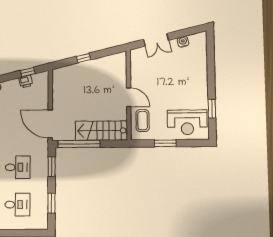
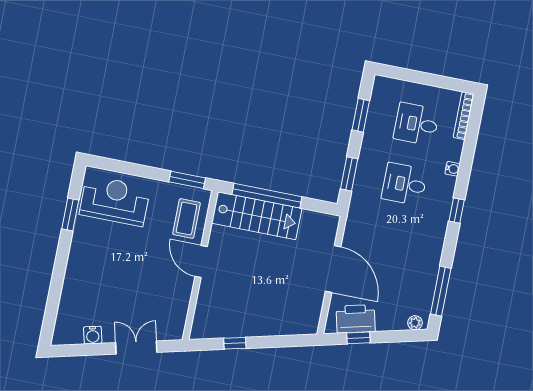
window: (83, 58) -> (235, 343), moved
printer: (26, 81) -> (356, 319), width x1.87, depth x1.48
door: (50, 124) -> (333, 269), moved
window: (165, 143) -> (187, 180), moved
window: (79, 144) -> (267, 196), moved

